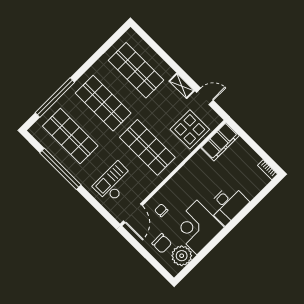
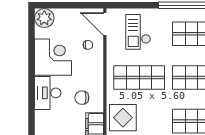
checkout: (114, 182) -> (138, 32), turned 180
chair: (162, 243) -> (82, 98), moved
plant: (182, 256) -> (44, 18), moved

